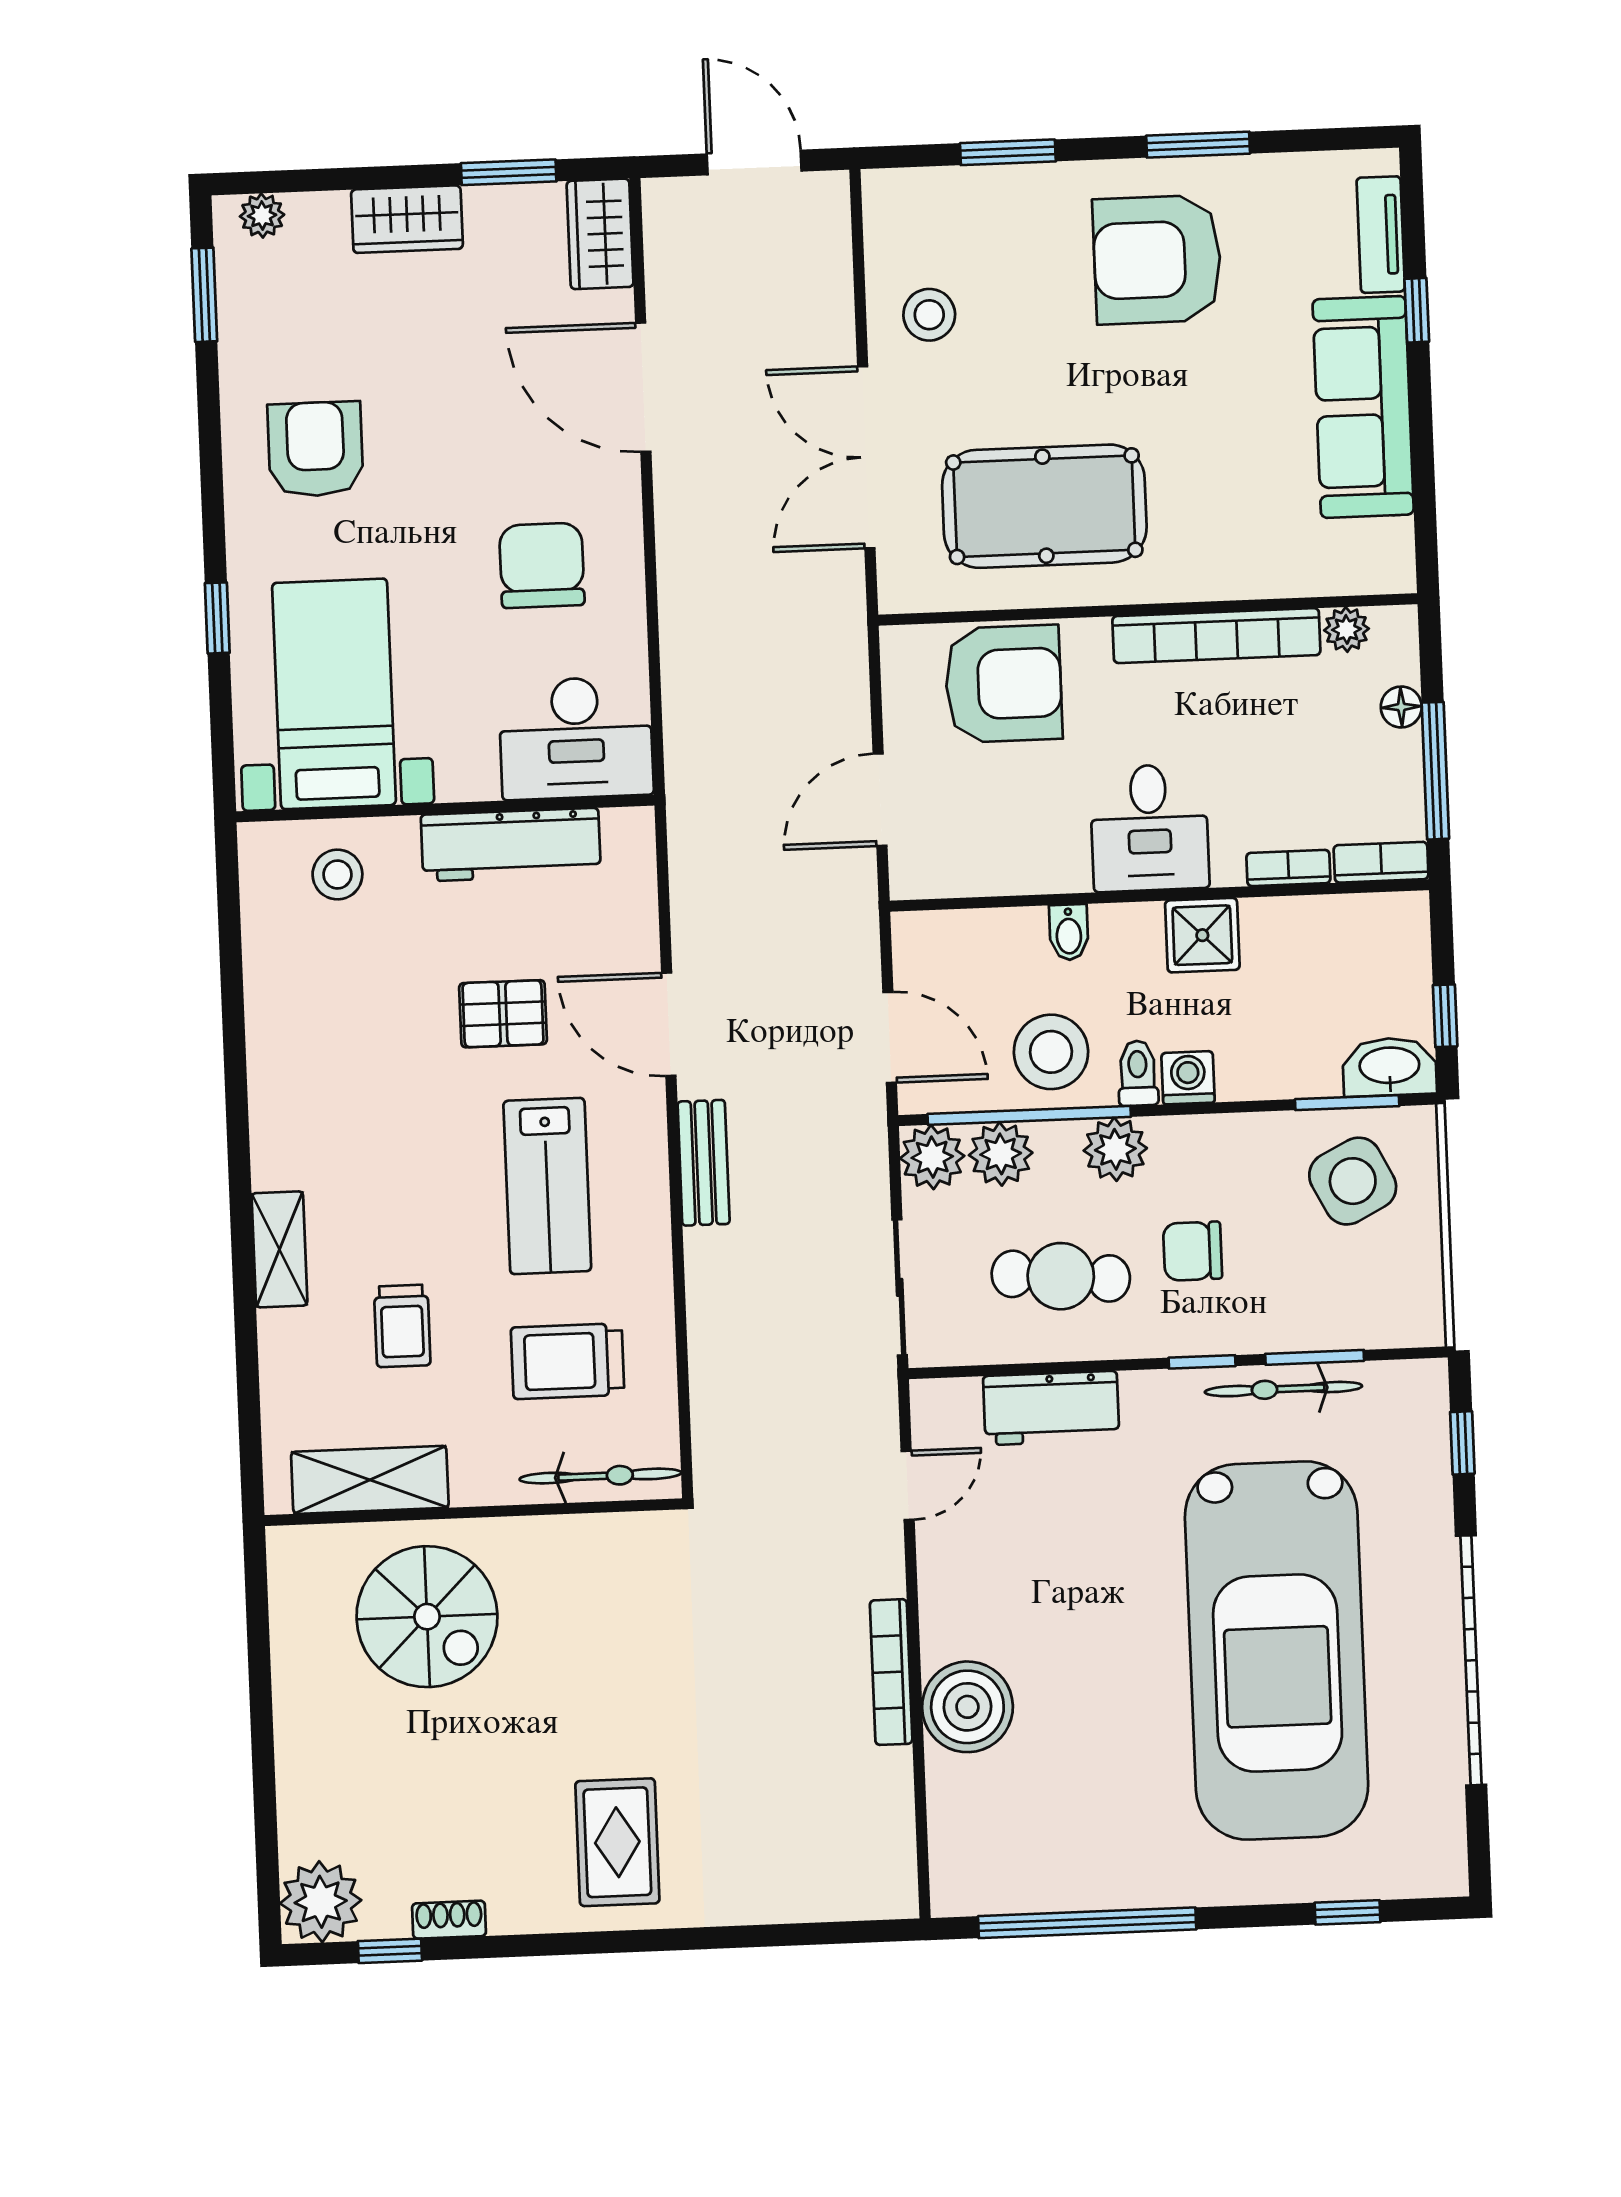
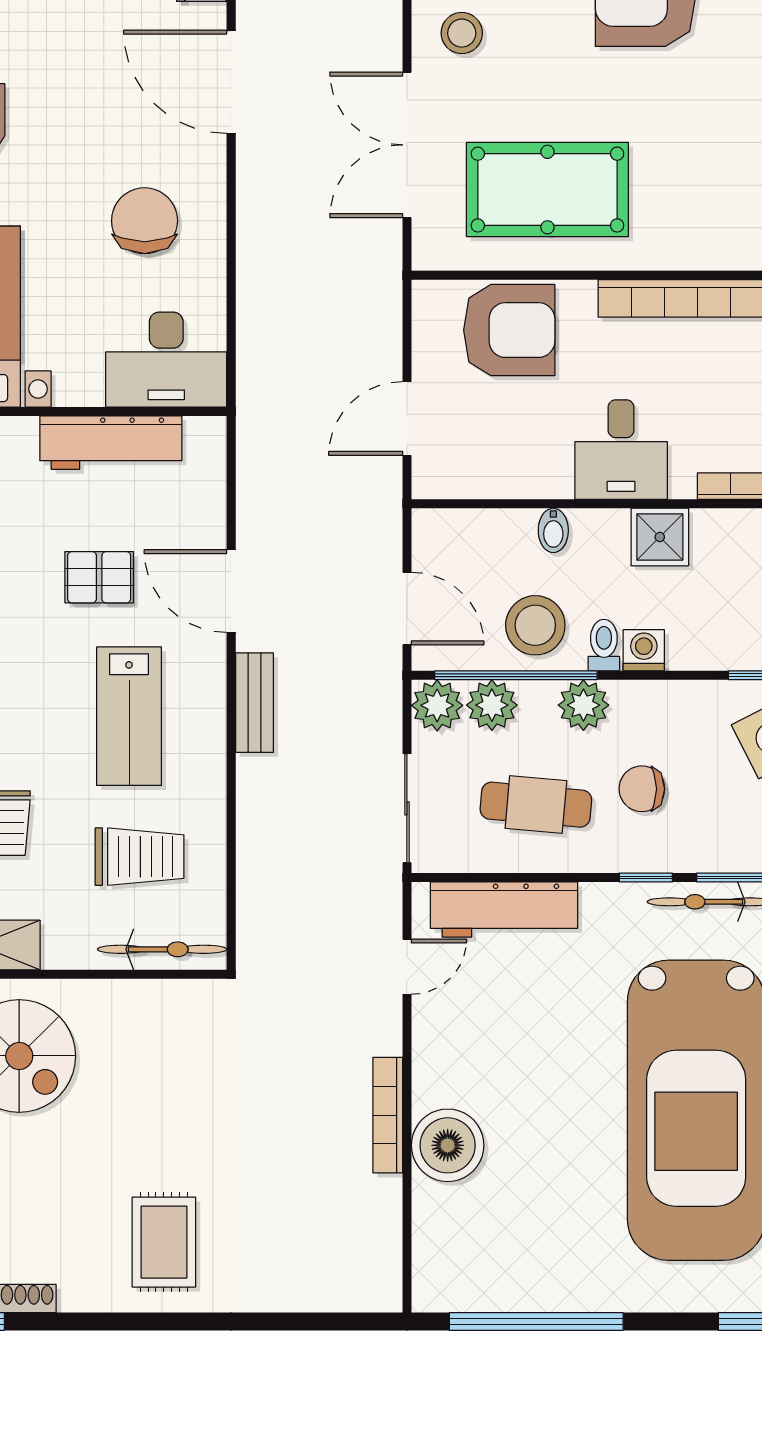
trolley: (567, 1361) -> (140, 857), turned 180
workbench: (1051, 1408) -> (504, 910), width x1.38

